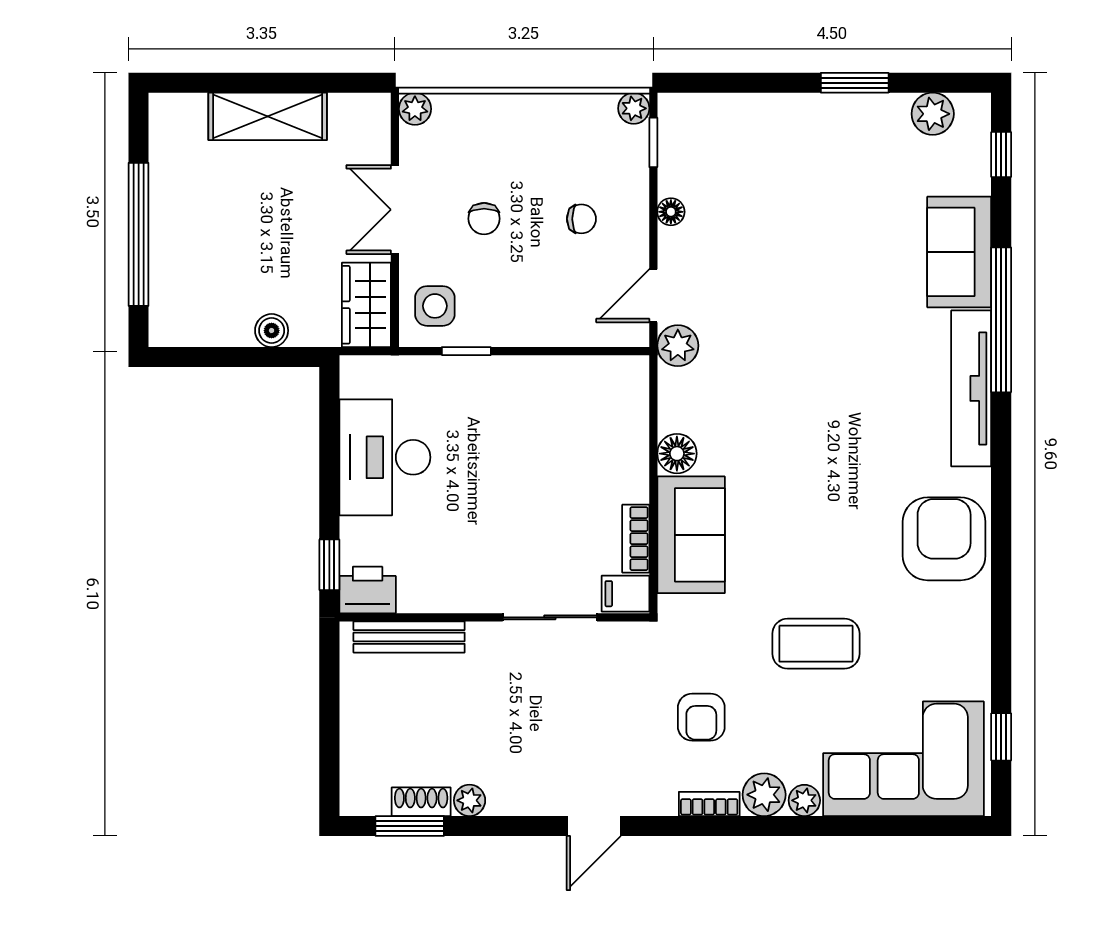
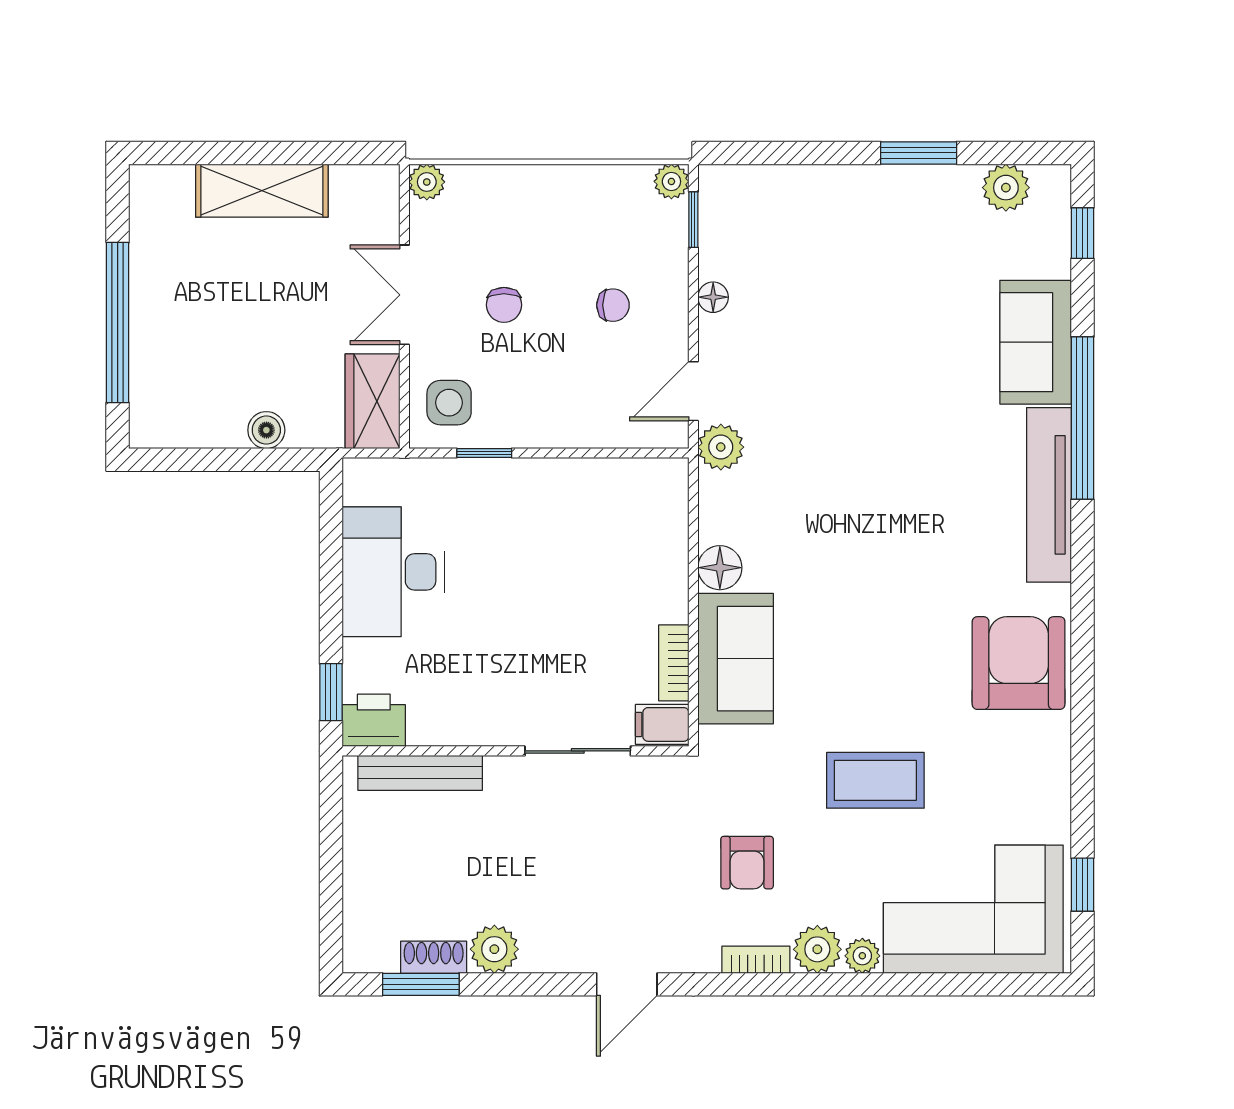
plant: (470, 800) -> (494, 949), width x1.38, depth x1.38

